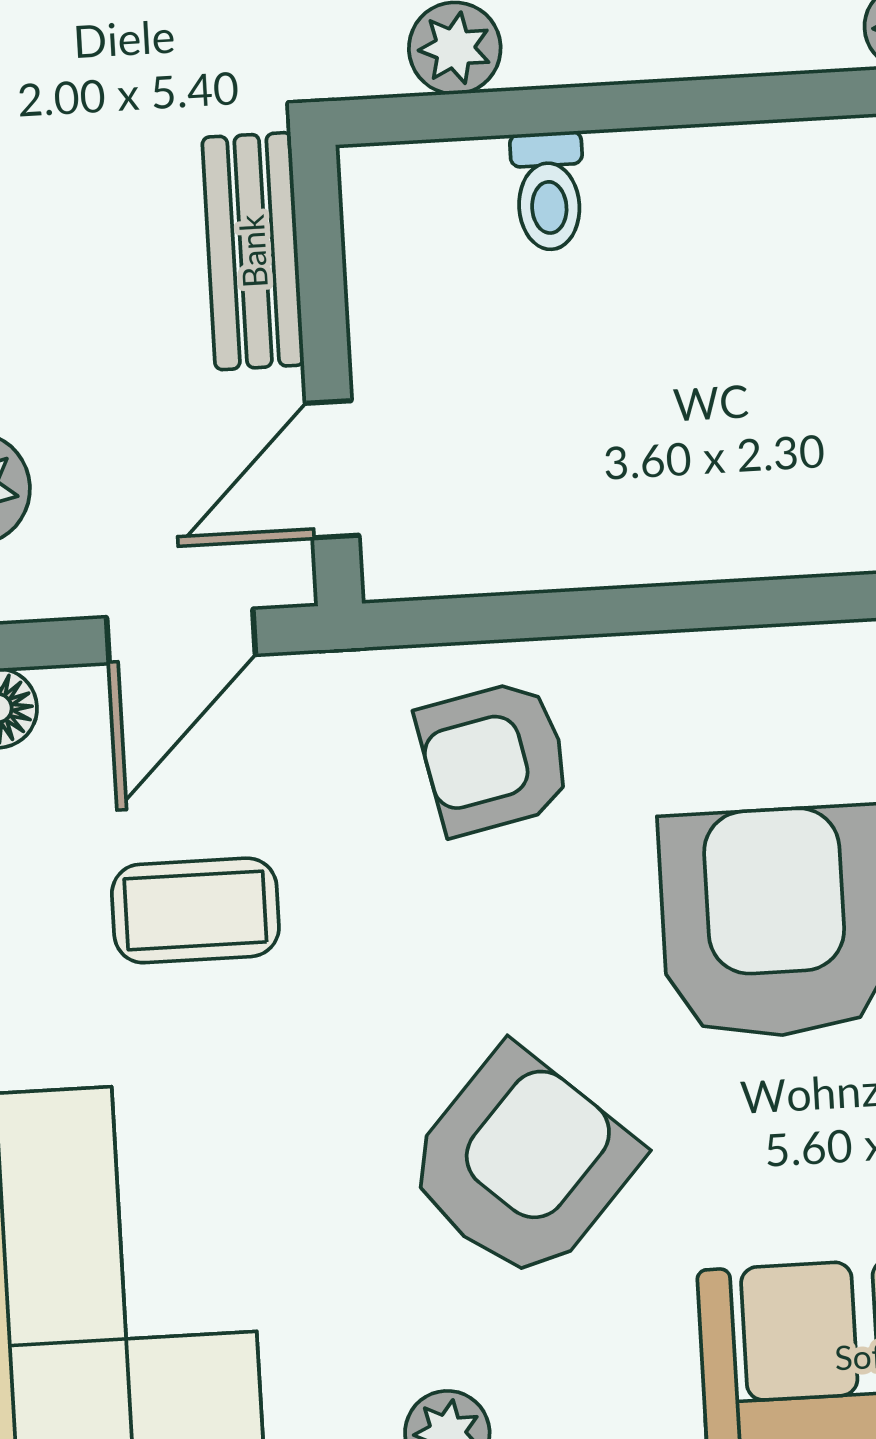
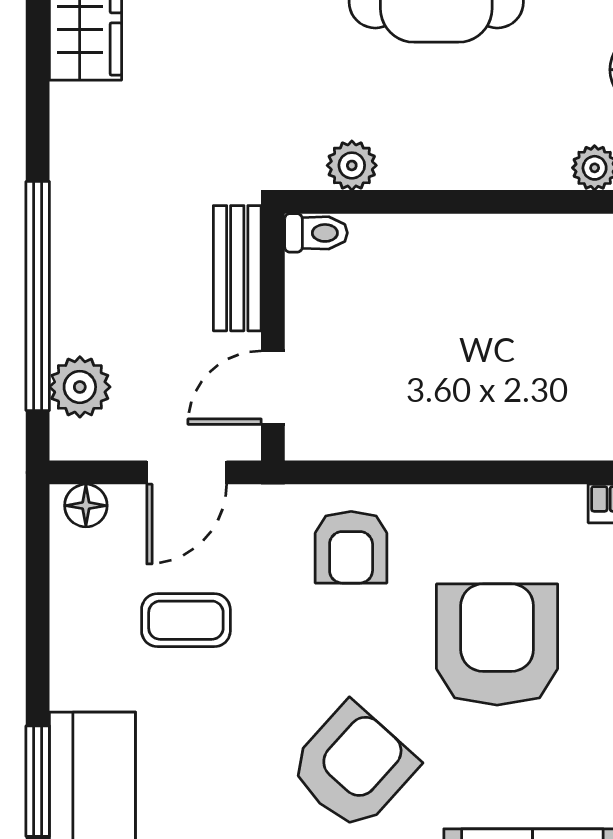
toilet: (548, 191) -> (316, 233), moved, turned -90
armchair: (494, 757) -> (351, 547), turned -78

